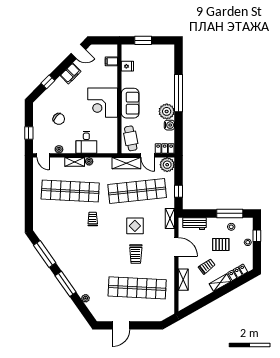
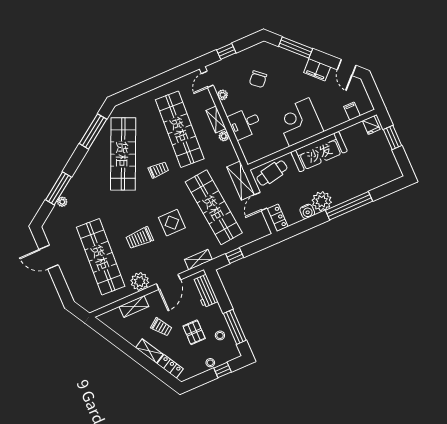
fridge: (127, 66) -> (371, 125), moved
window: (48, 82) -> (296, 48), width x2.17
sofa: (130, 103) -> (319, 152), width x1.36
plant: (167, 165) -> (140, 281), moved
shop shelf: (70, 239) -> (123, 154), added
window: (66, 284) -> (58, 188), moved

